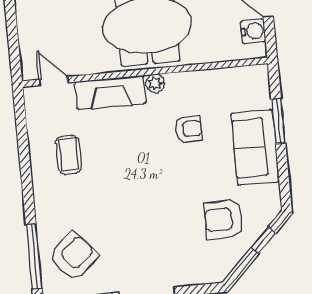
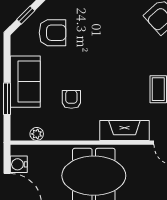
plant: (155, 83) -> (37, 134), moved
armchair: (189, 129) -> (71, 99), turned 90

